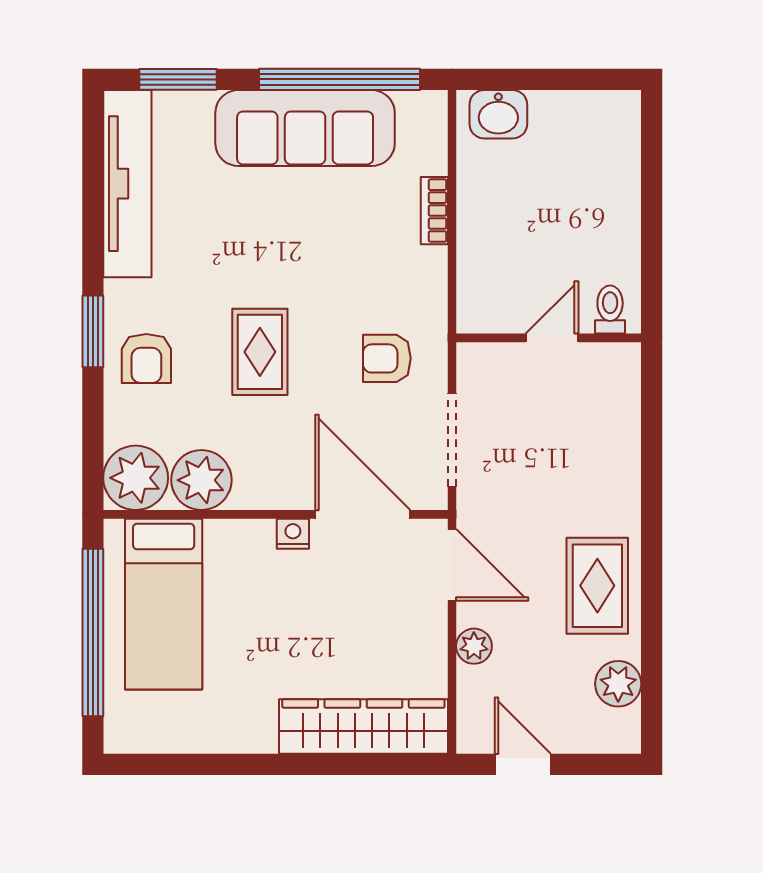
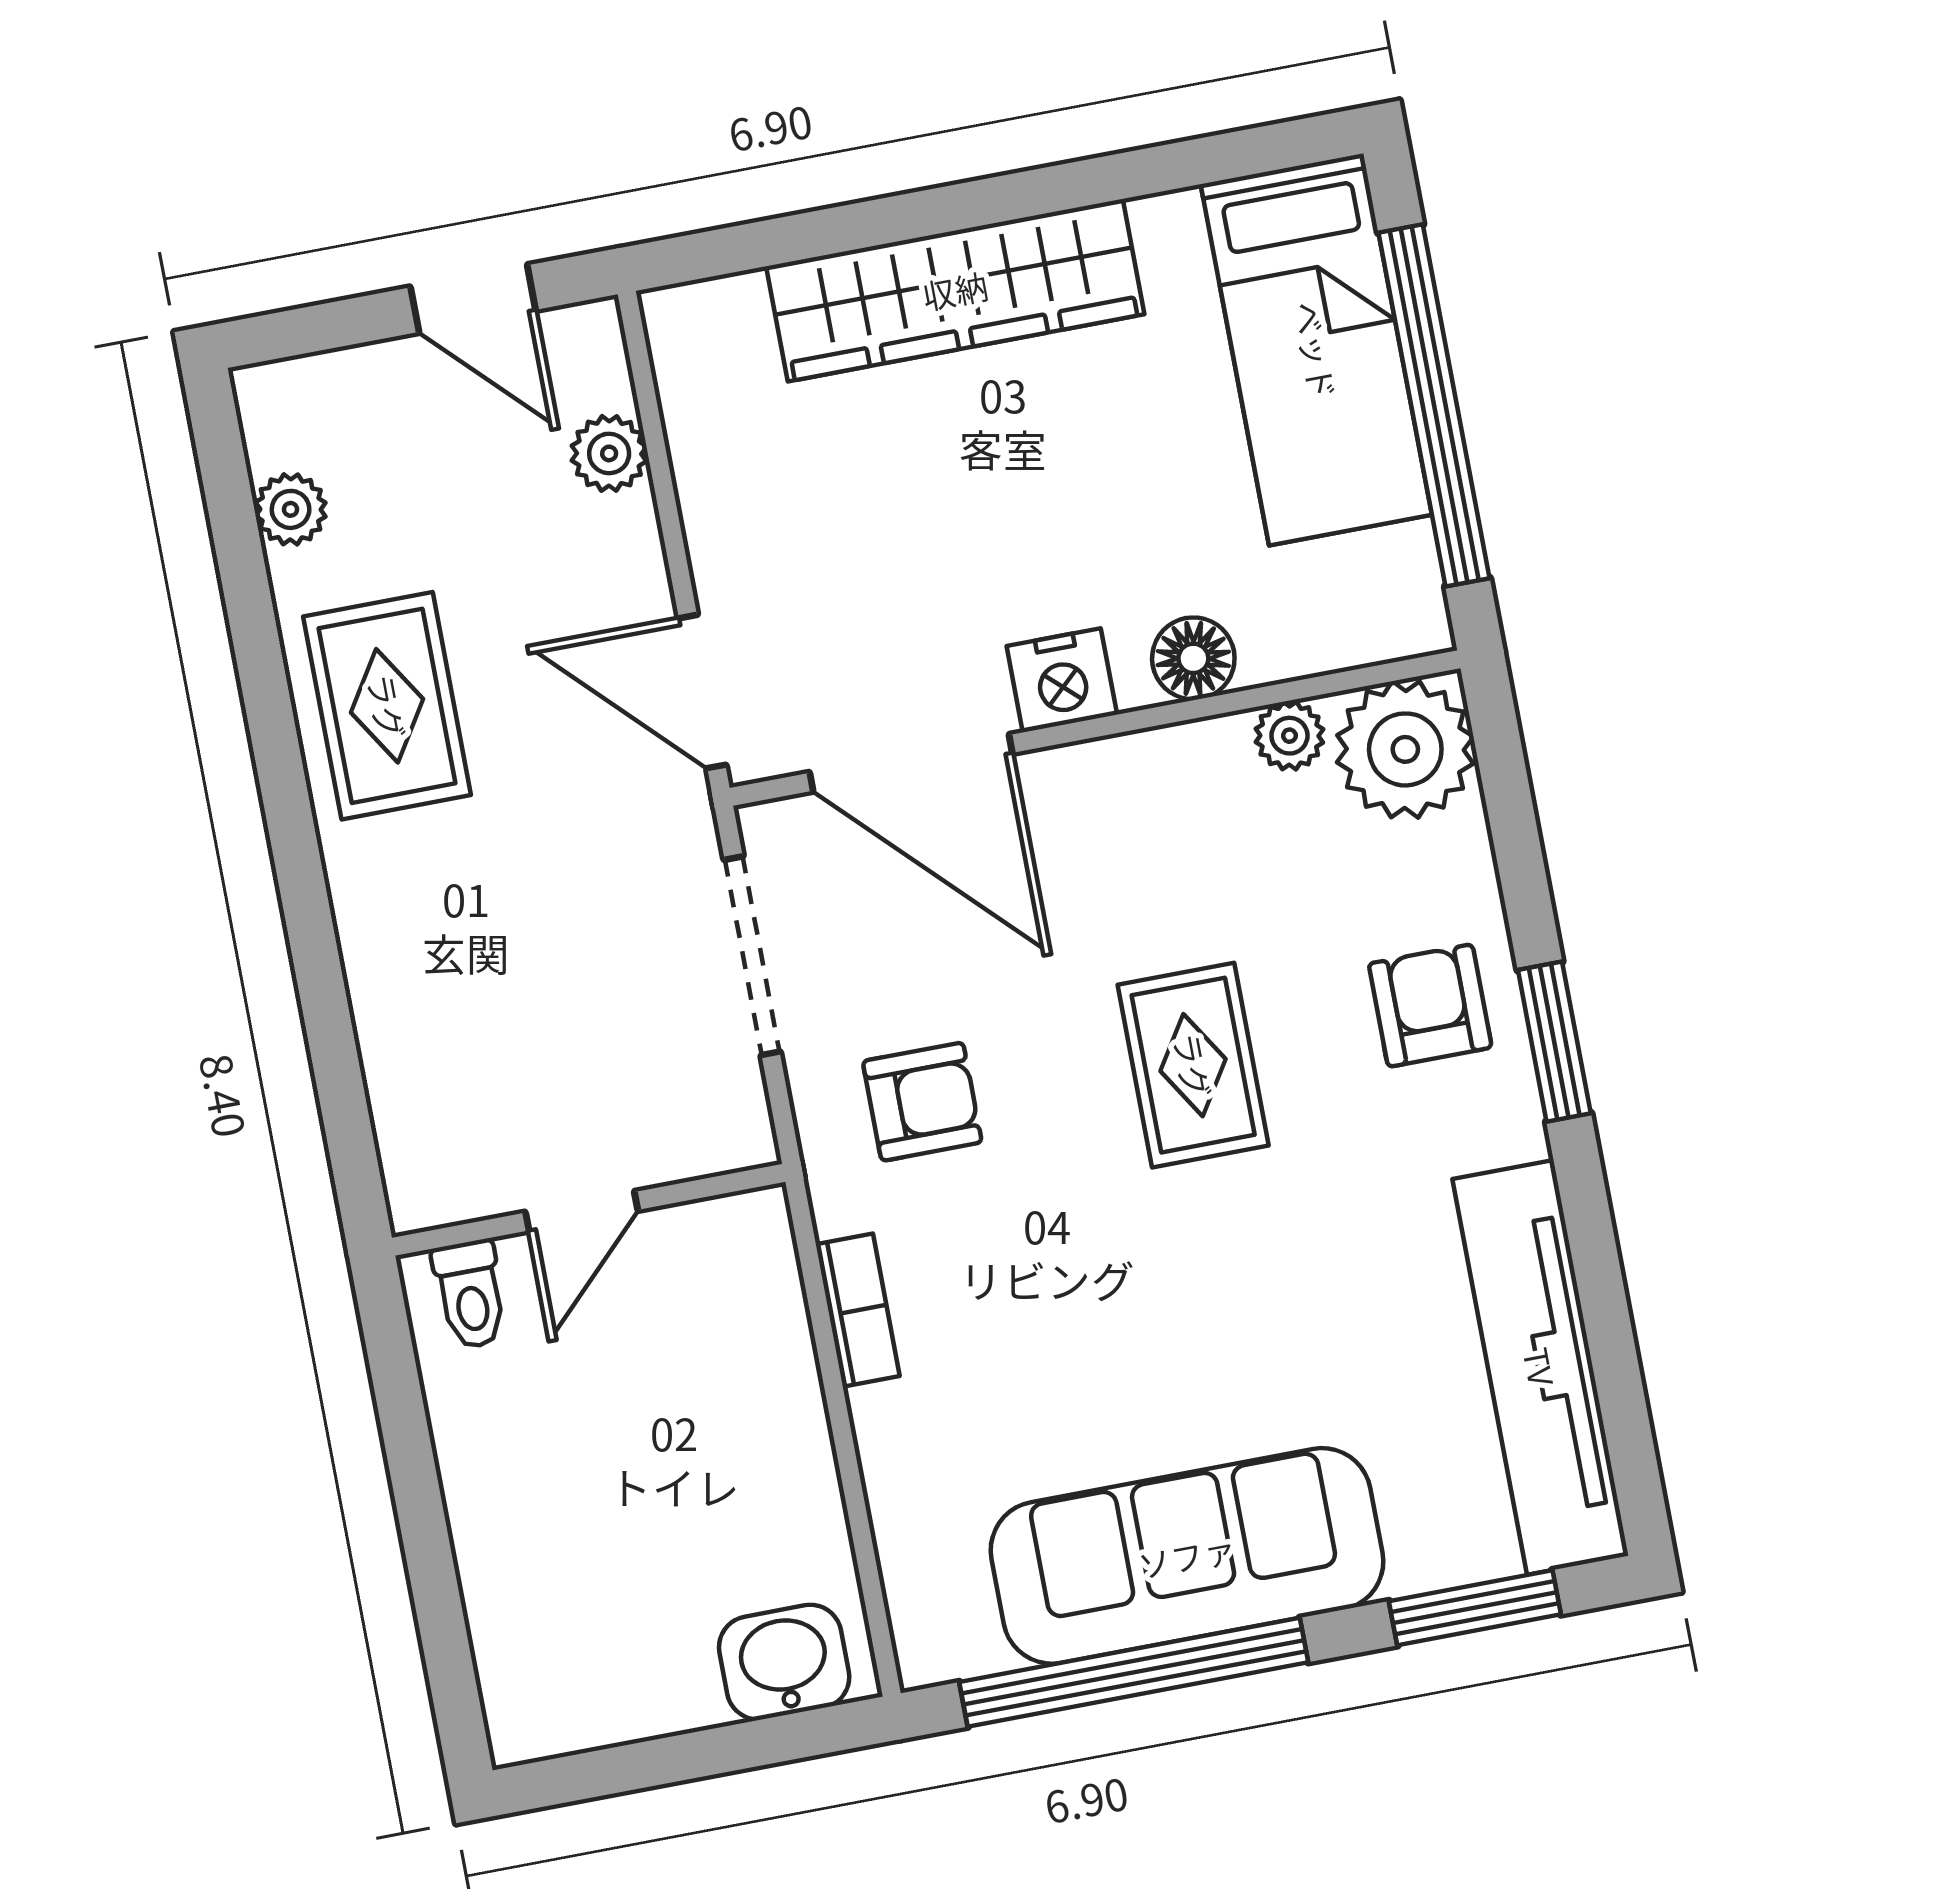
bookcase: (434, 211) -> (858, 1310), moved
plant: (201, 480) -> (1289, 736), width x0.53, depth x0.53
nightstand: (293, 534) -> (1062, 680), width x1.39, depth x1.35
floor lamp: (225, 538) -> (1193, 658), added
bed: (164, 604) -> (1316, 350), moved, turned 180
plant: (474, 646) -> (609, 453), moved
plant: (618, 684) -> (291, 509), width x0.73, depth x0.73
wardrobe: (363, 726) -> (955, 290), moved

